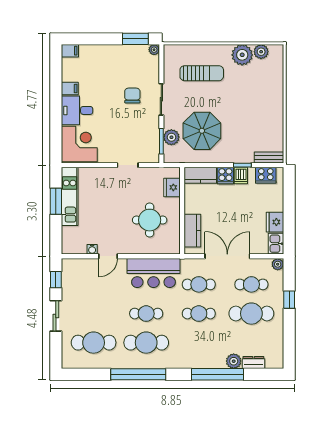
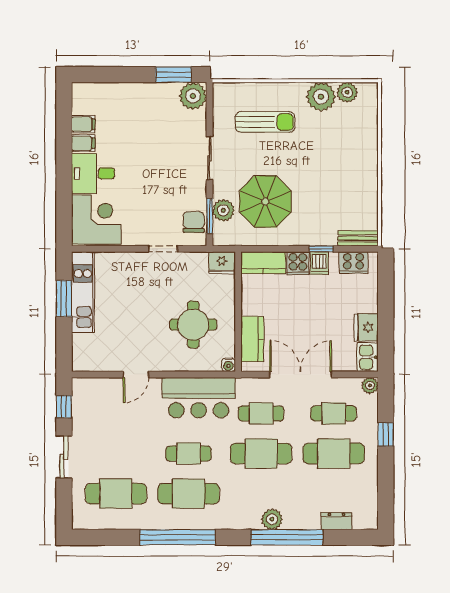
plant: (154, 50) -> (193, 96), width x1.88, depth x1.88
filing cabinet: (70, 51) -> (83, 124), moved
chair: (132, 96) -> (194, 222), moved
fridge: (172, 187) -> (222, 263), moved, turned -90
water cooler: (92, 249) -> (228, 365), moved
cafe table: (199, 314) -> (261, 454), width x1.37, depth x1.35
plant: (234, 361) -> (272, 519), moved

